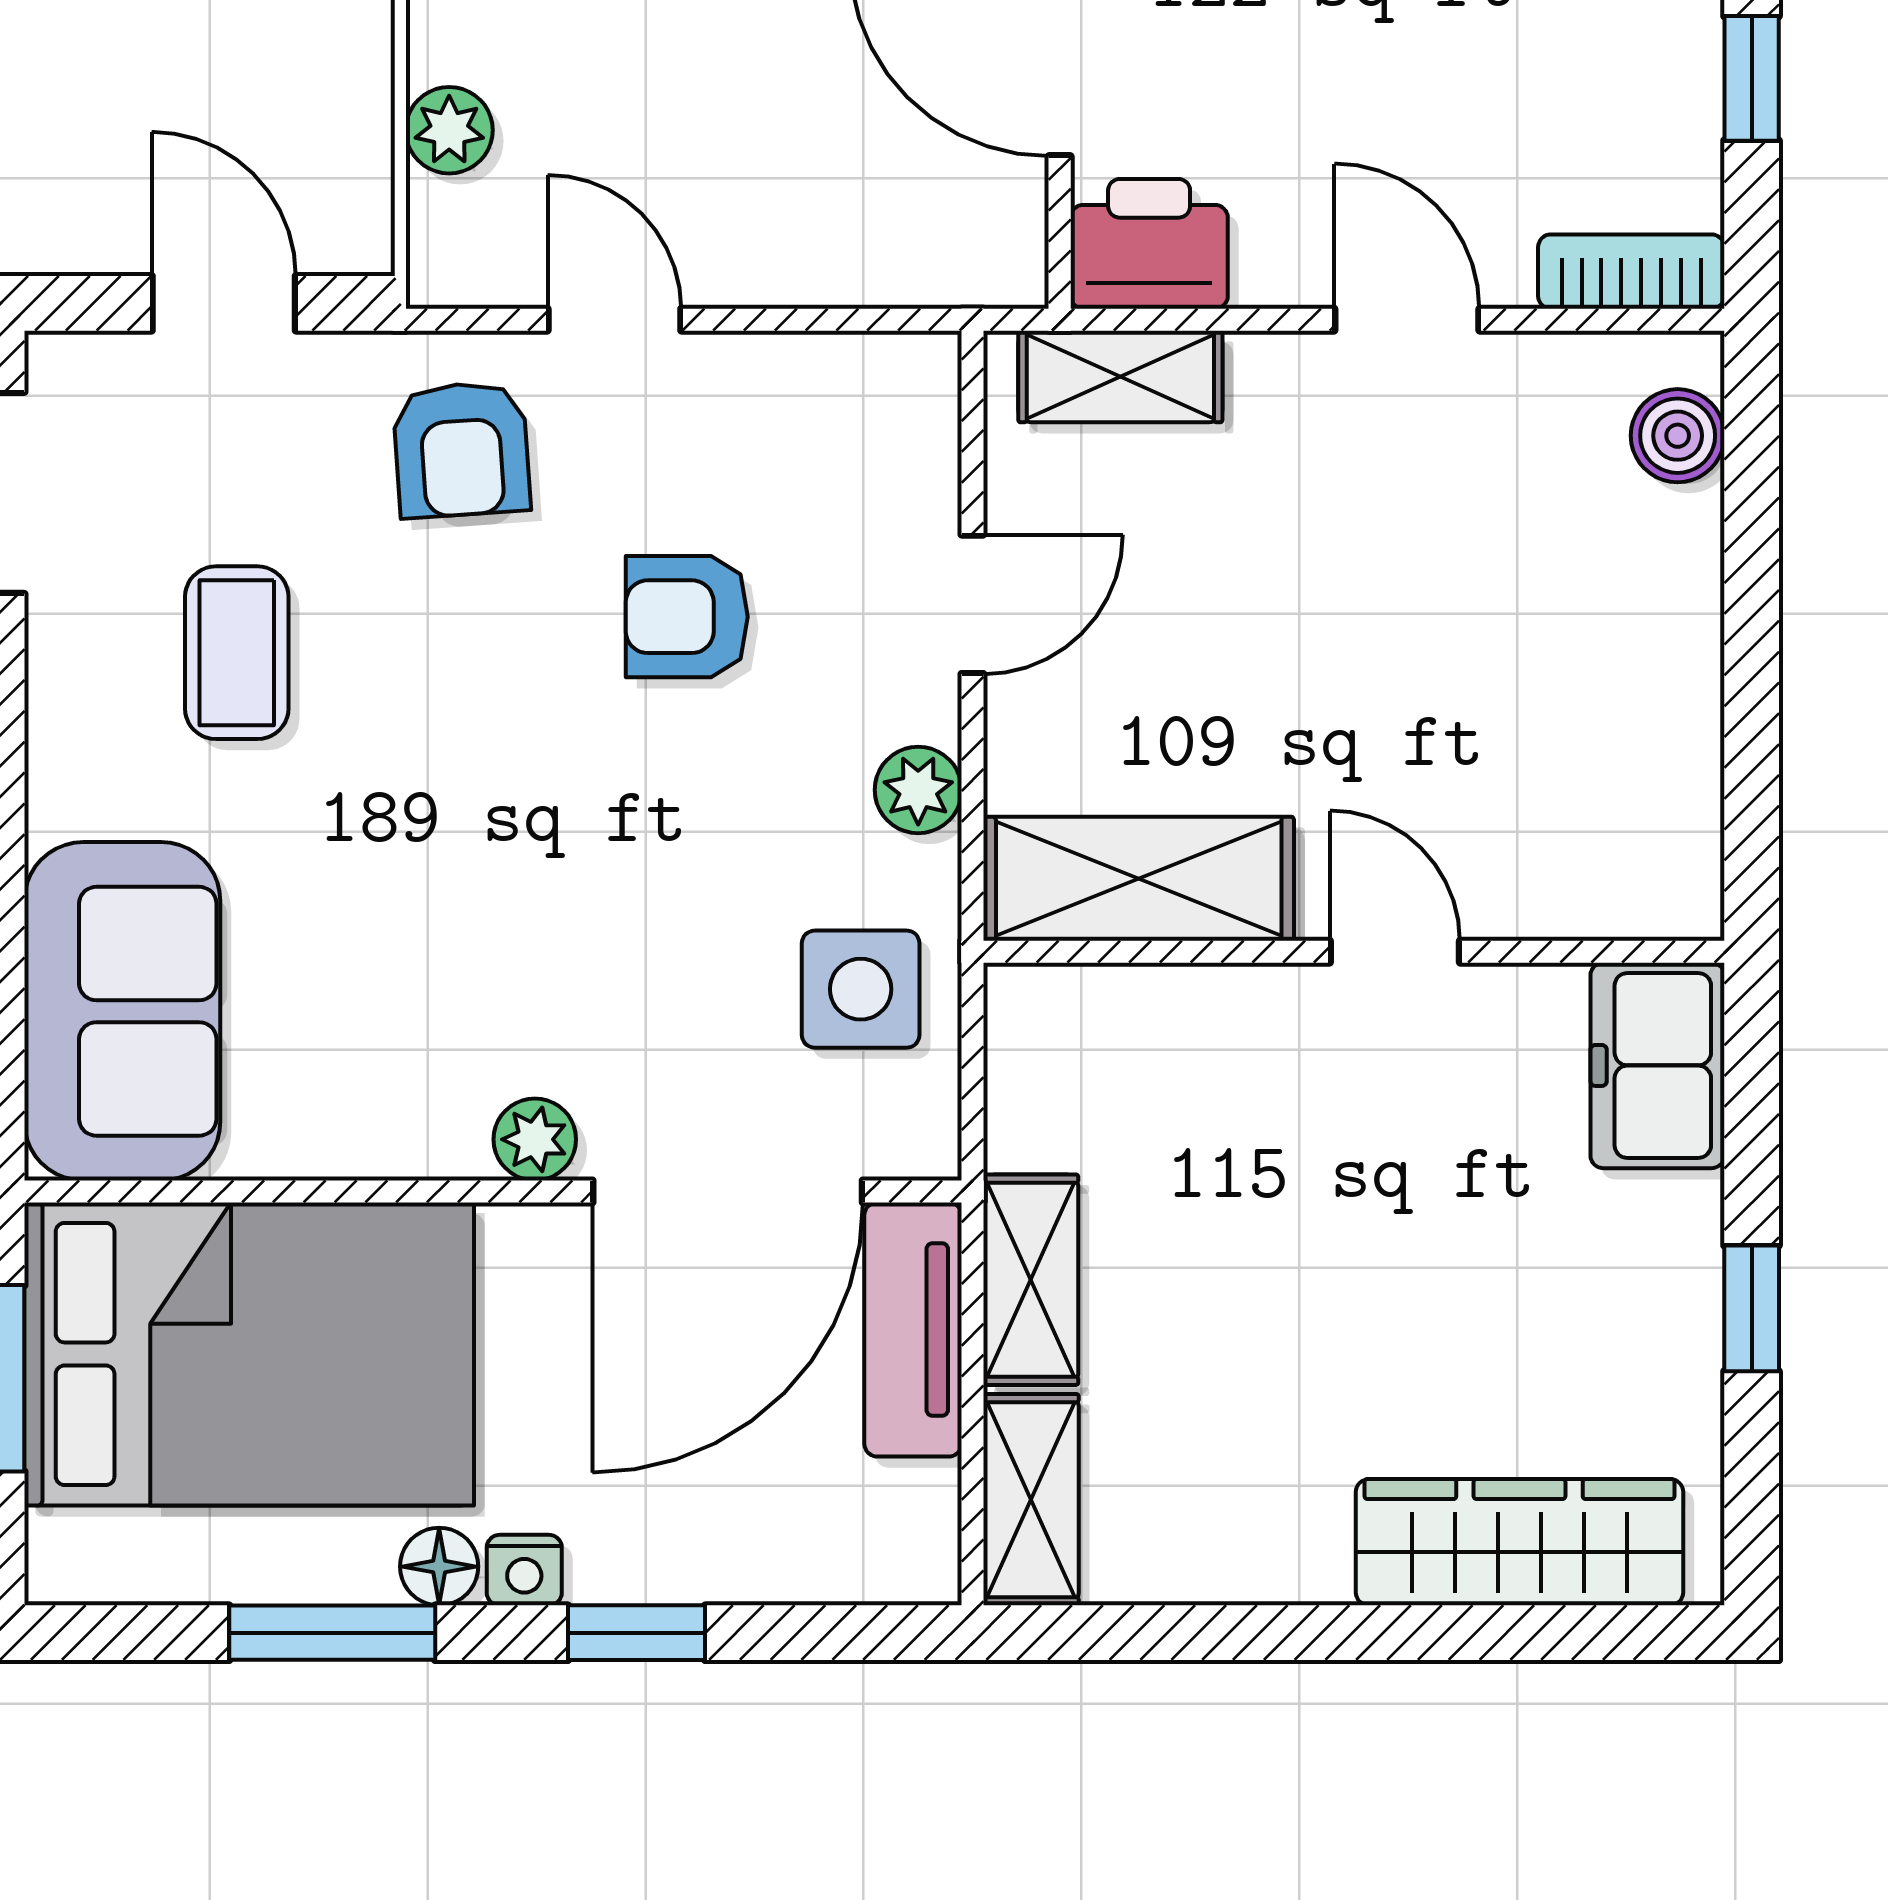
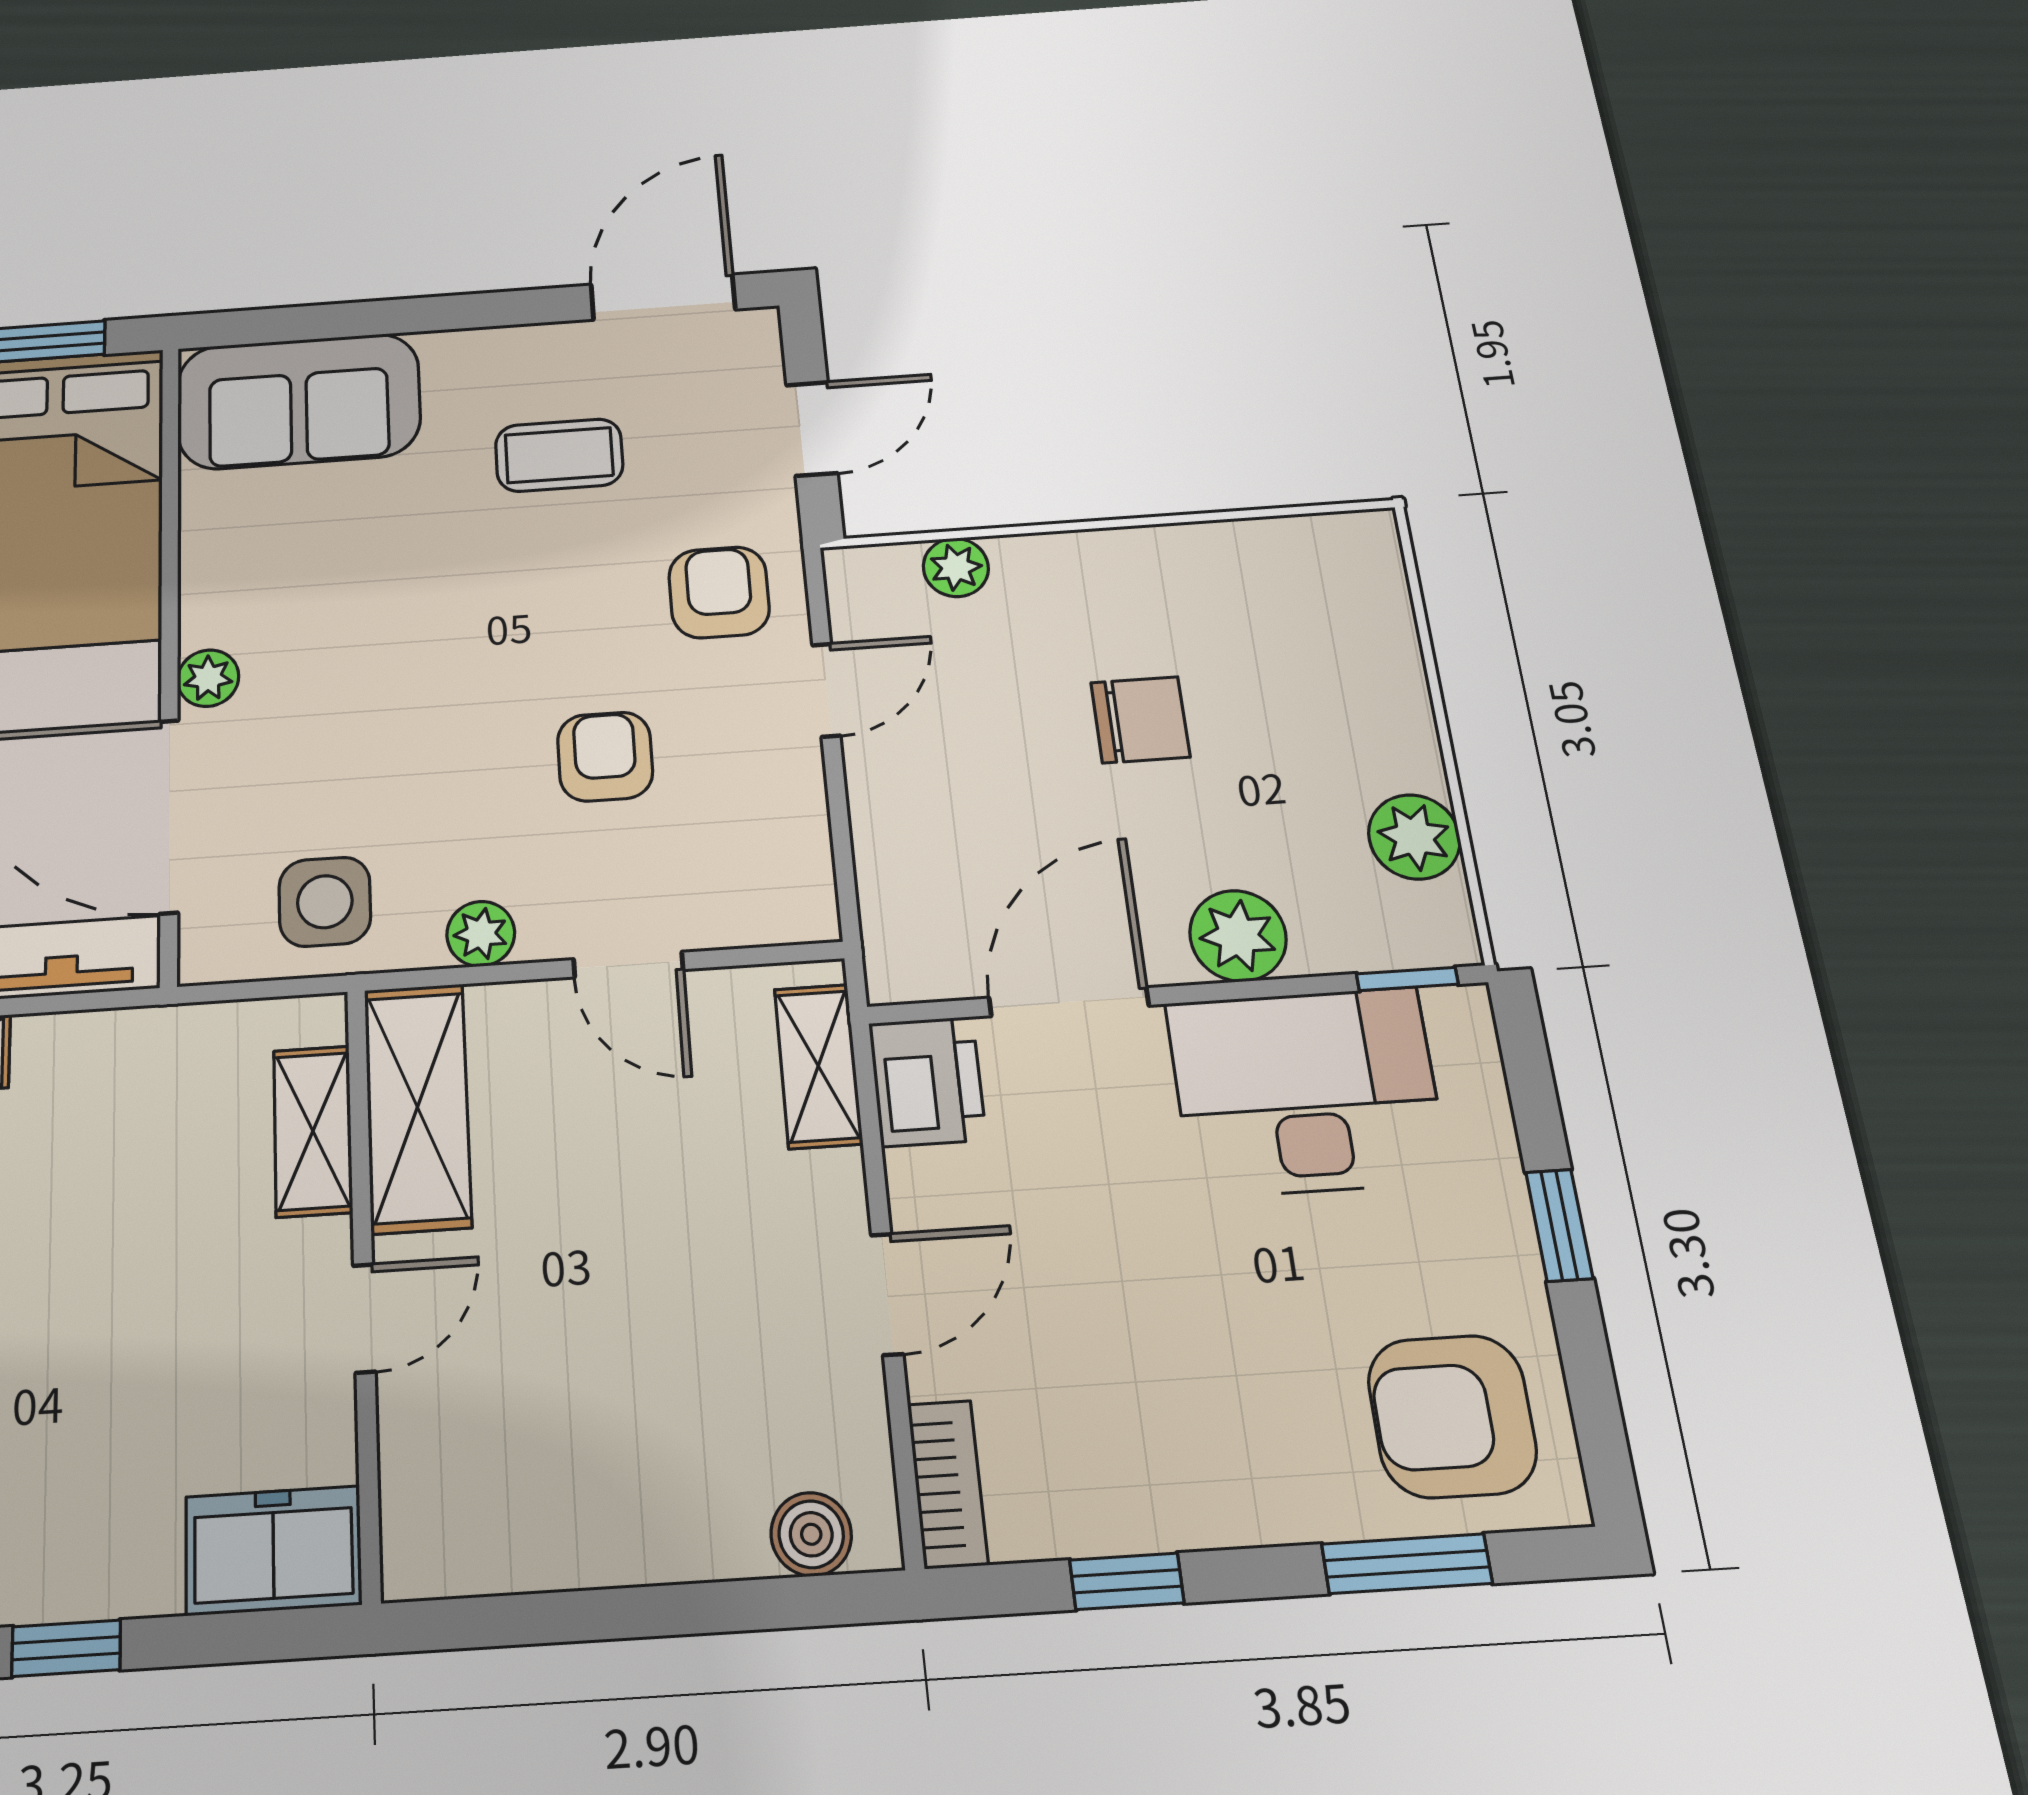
armchair: (461, 450) -> (719, 592), turned 94
shelving: (1031, 1280) -> (313, 1131), moved, turned 90

